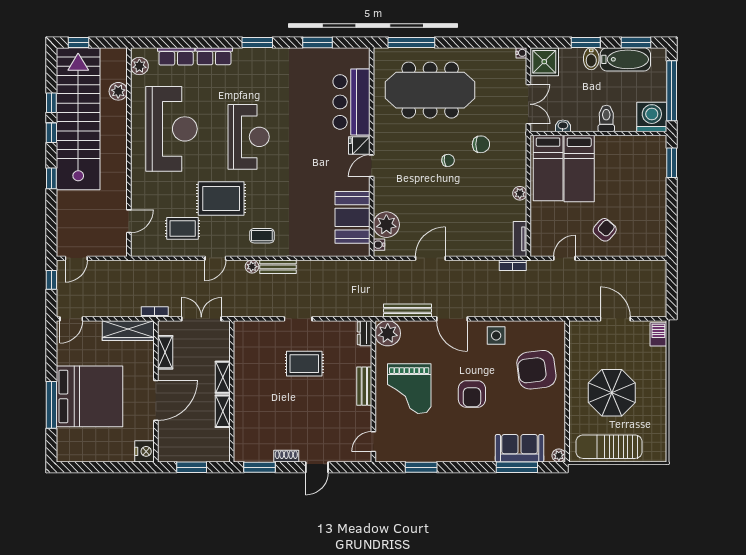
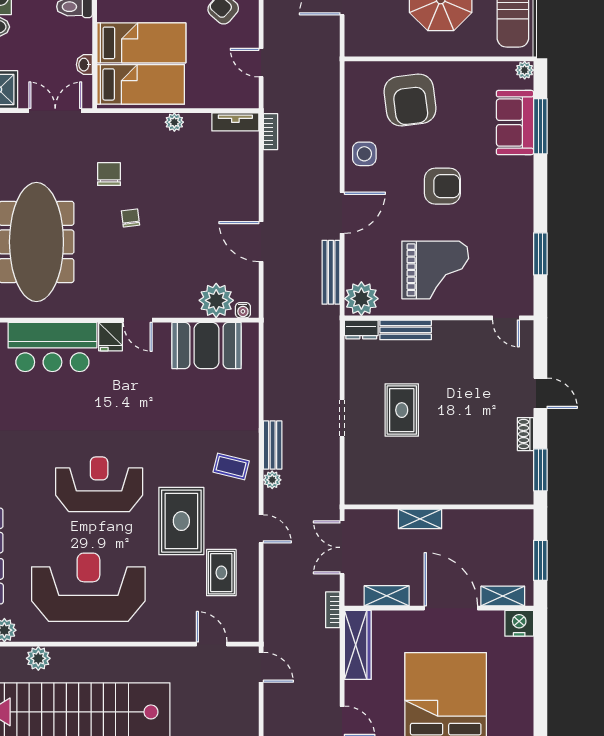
coffee table: (262, 236) -> (231, 466), turned -76
door: (76, 258) -> (261, 667), moved
bench: (364, 386) -> (406, 330), moved
shelving: (223, 411) -> (503, 596), moved

